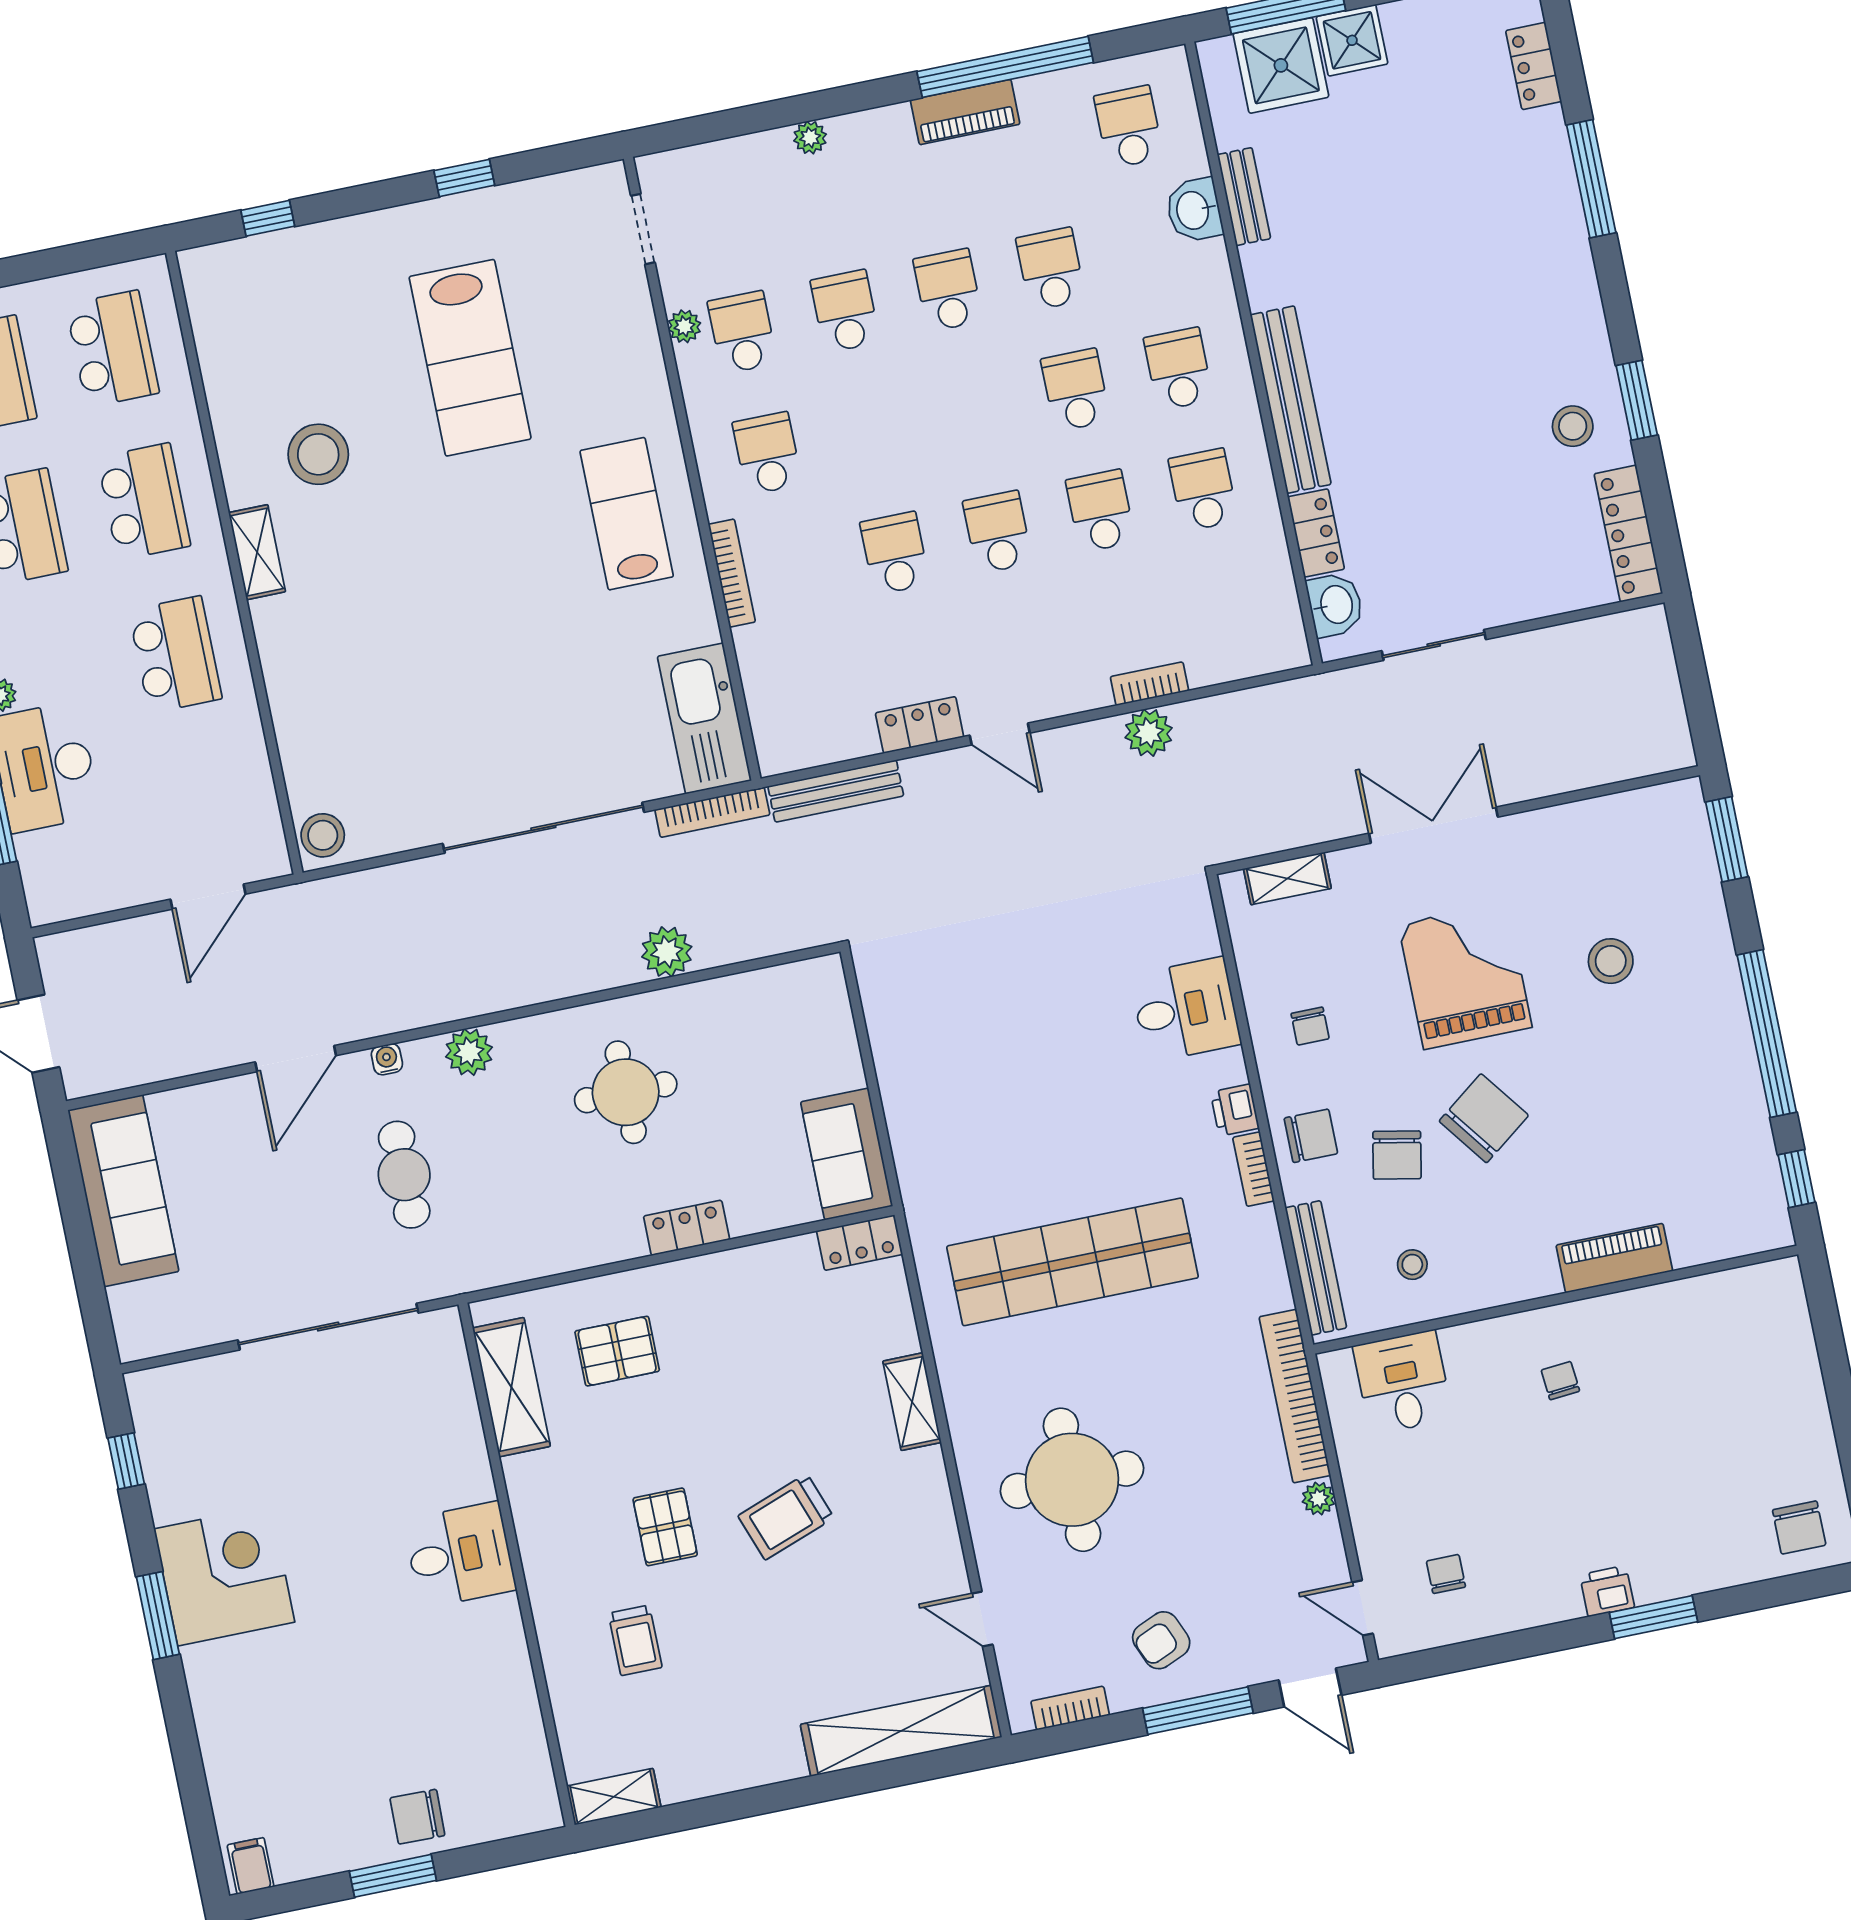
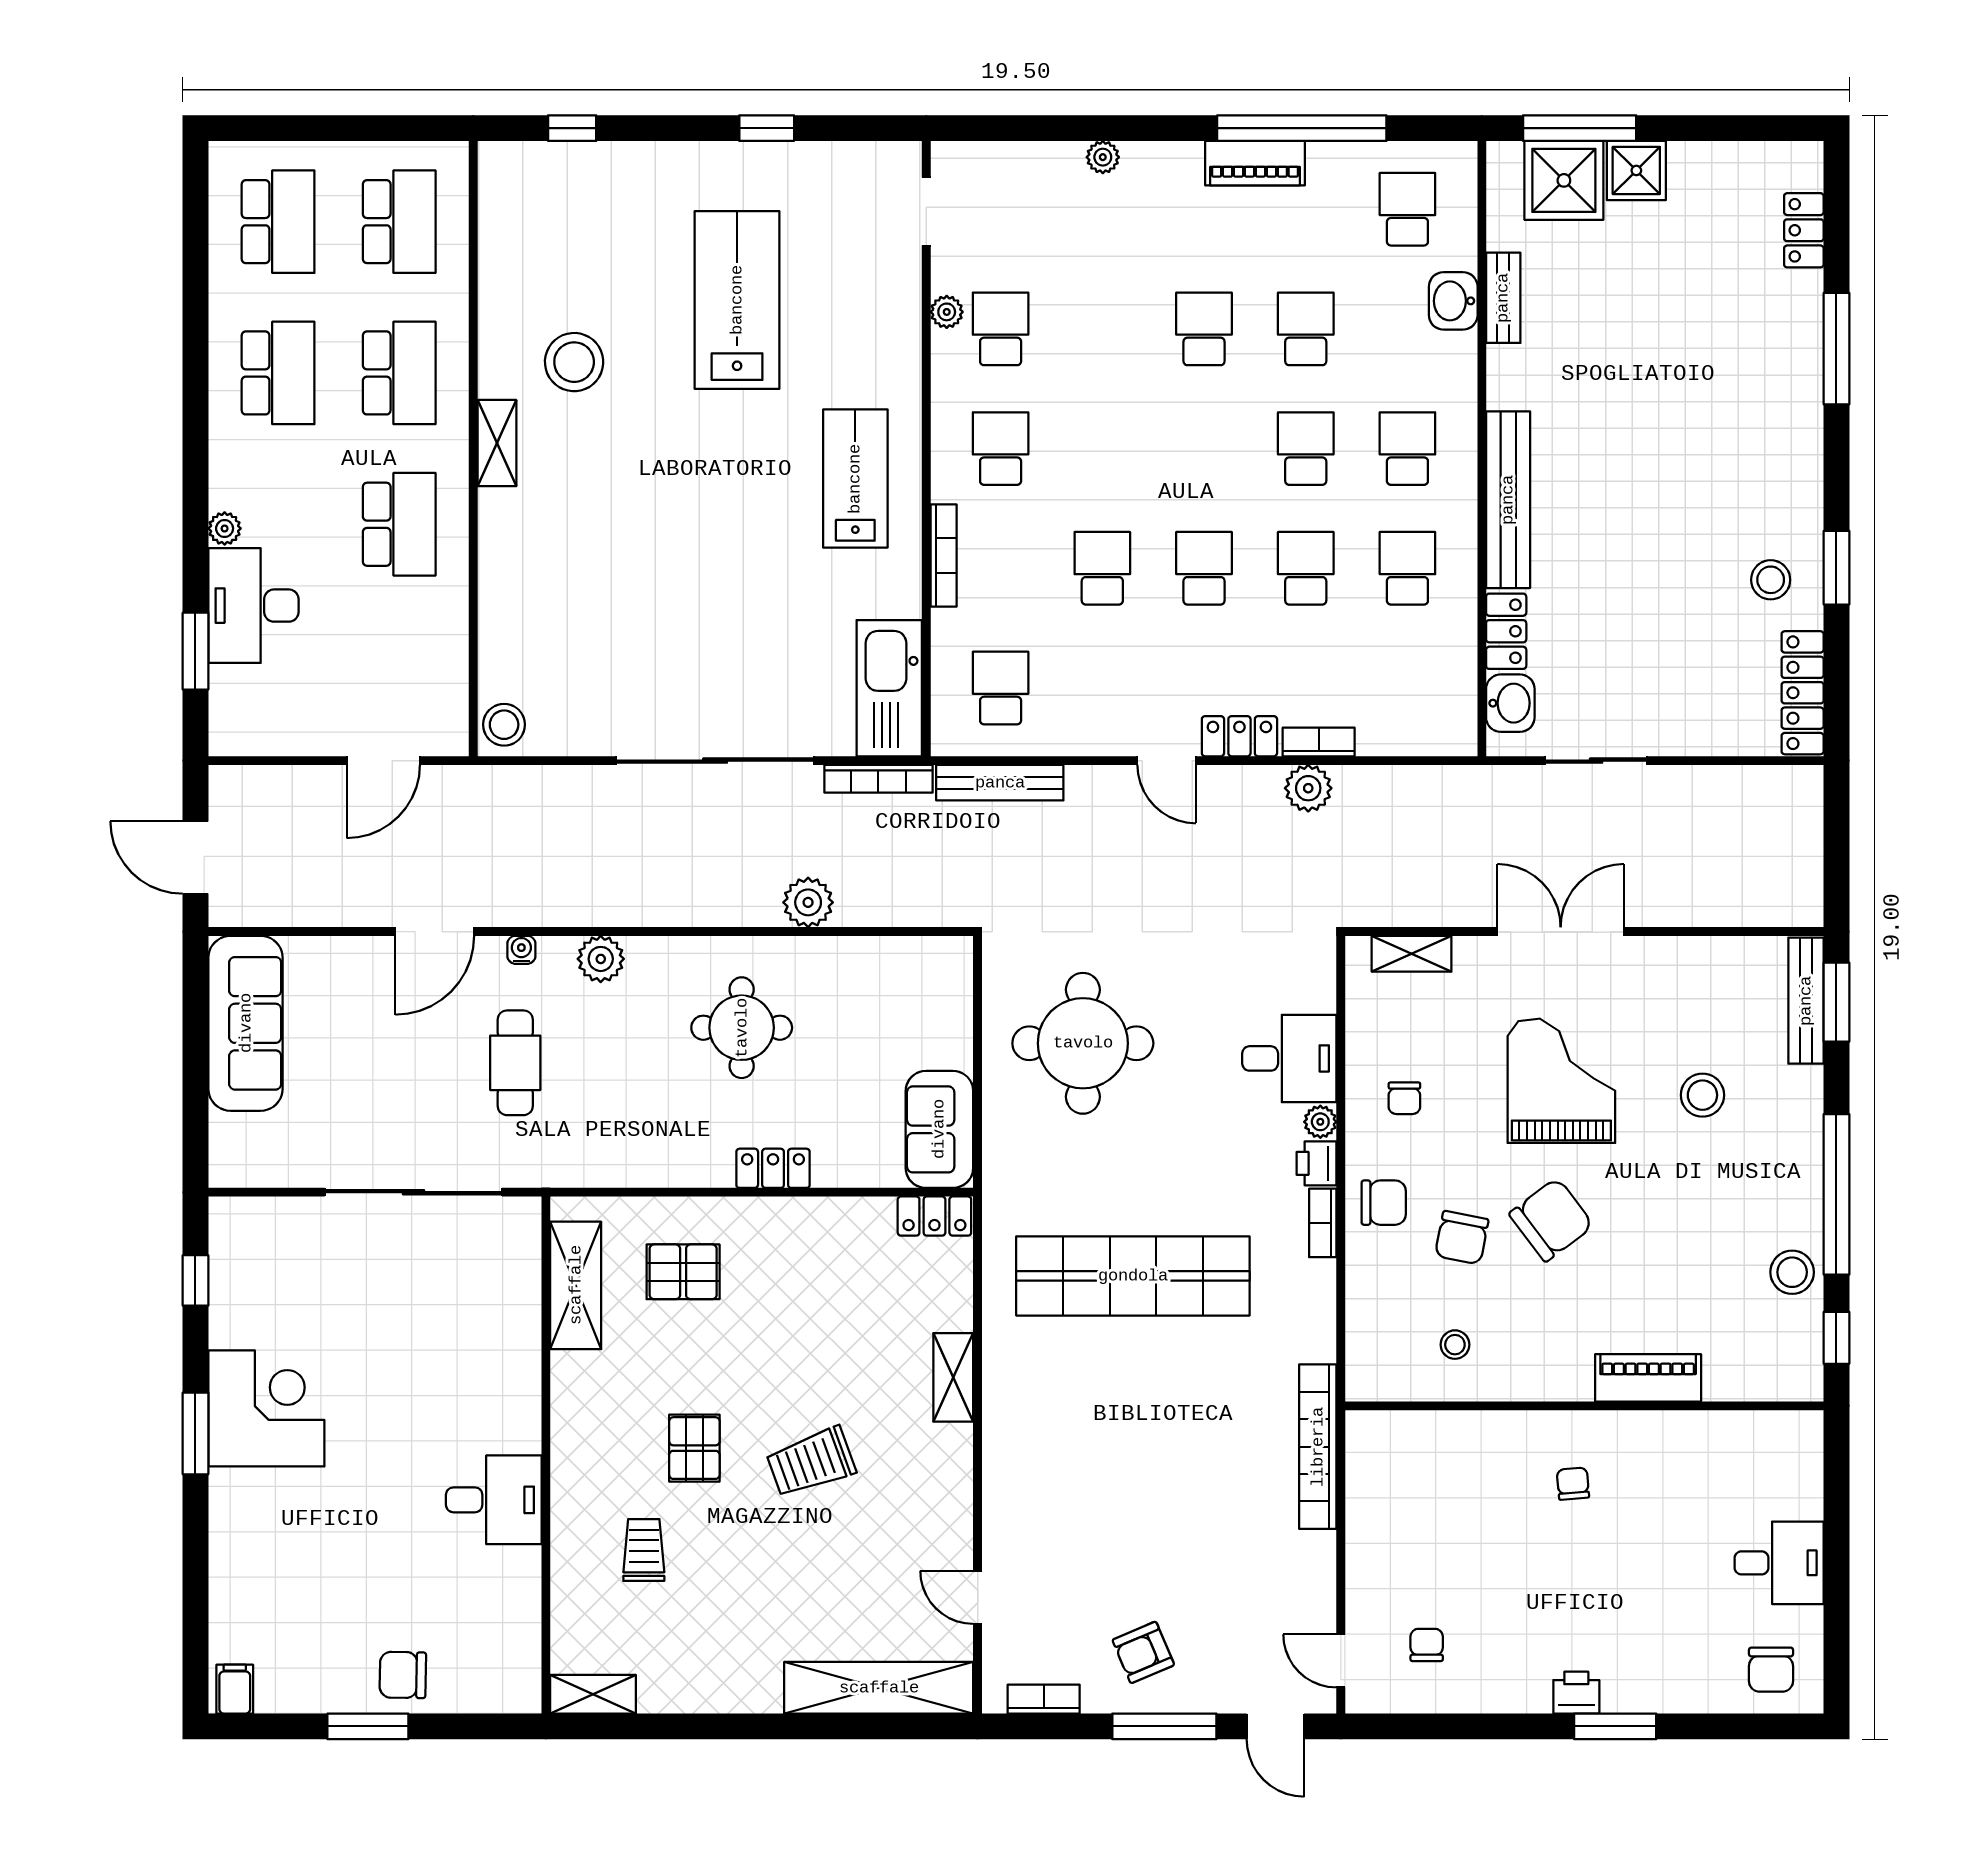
school desk: (845, 311) -> (1001, 688), moved
lab bench: (470, 358) -> (737, 300), turned 180
locker: (920, 725) -> (1239, 736), moved
stool: (1738, 1121) -> (1792, 1272), added
bench: (1316, 1268) -> (1806, 1001), moved
desk: (1403, 1382) -> (1779, 1563), moved, turned 90
round table: (1072, 1480) -> (1083, 1043), moved
plant: (1319, 1499) -> (1320, 1122), moved
desk: (460, 1555) -> (494, 1500), moved
trolley: (635, 1640) -> (644, 1550), turned 180

